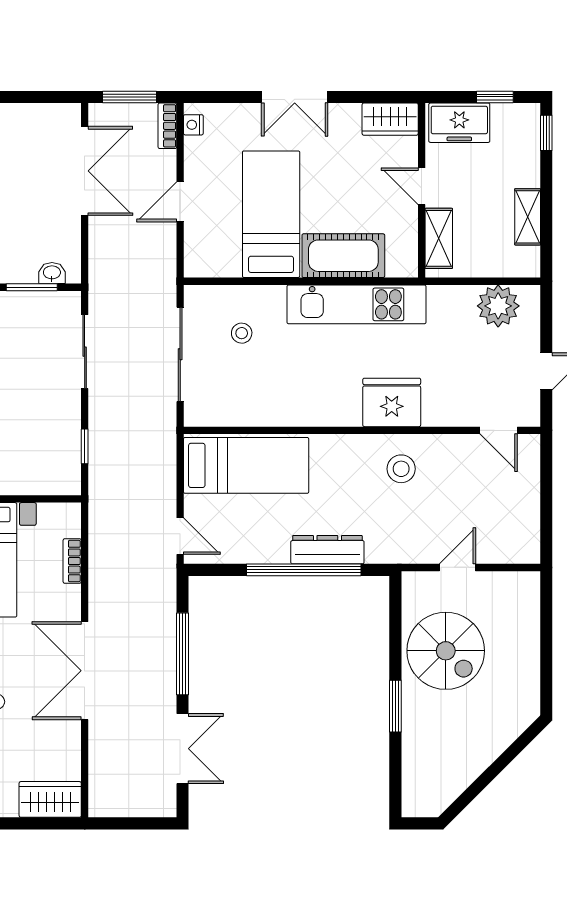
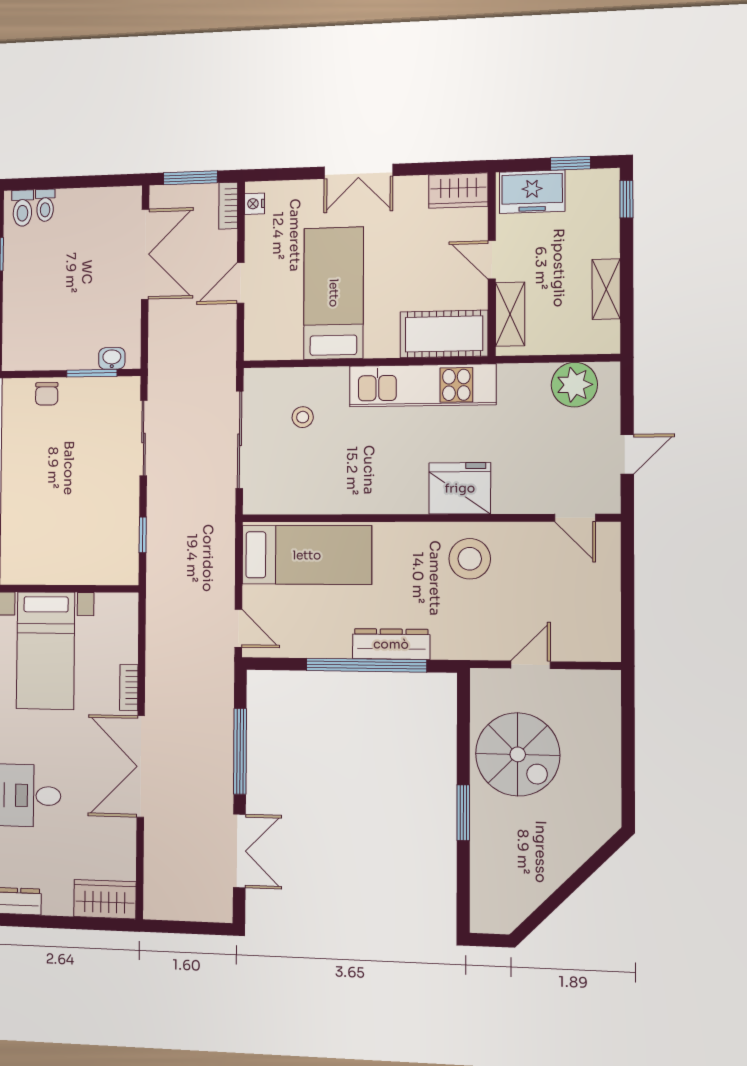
cot: (343, 256) -> (444, 334), moved
stool: (401, 469) -> (470, 559), width x1.38, depth x1.38
bookcase: (72, 561) -> (129, 687), moved

